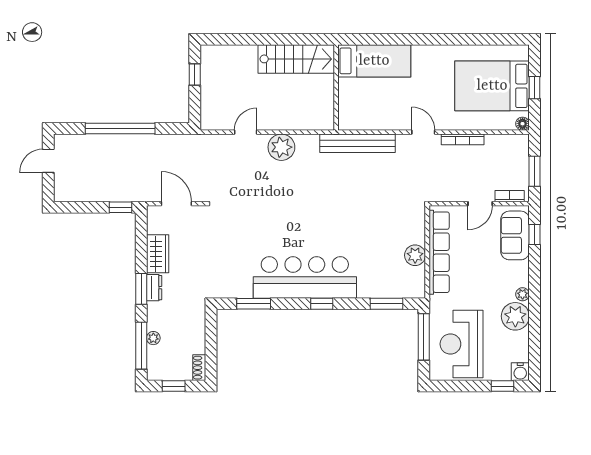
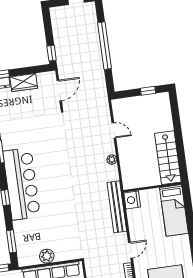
nightstand: (351, 120) -> (132, 200), added
plant: (281, 147) -> (112, 160), width x0.53, depth x0.53

